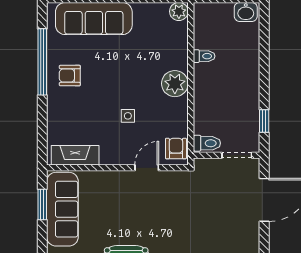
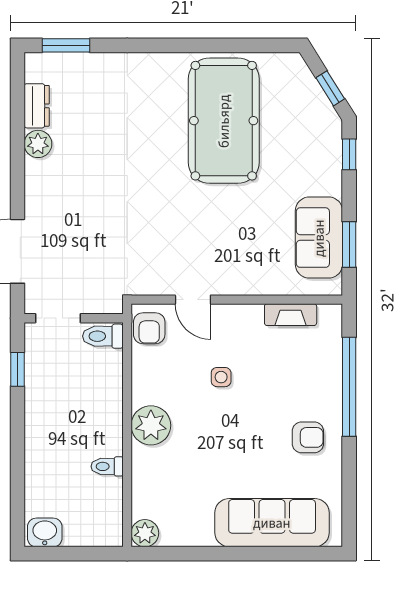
window: (42, 62) -> (349, 387), moved
fireplace: (75, 155) -> (291, 315), width x0.73, depth x0.76
door: (147, 168) -> (193, 300), hinge flipped
sofa: (62, 209) -> (319, 238), width x0.73

